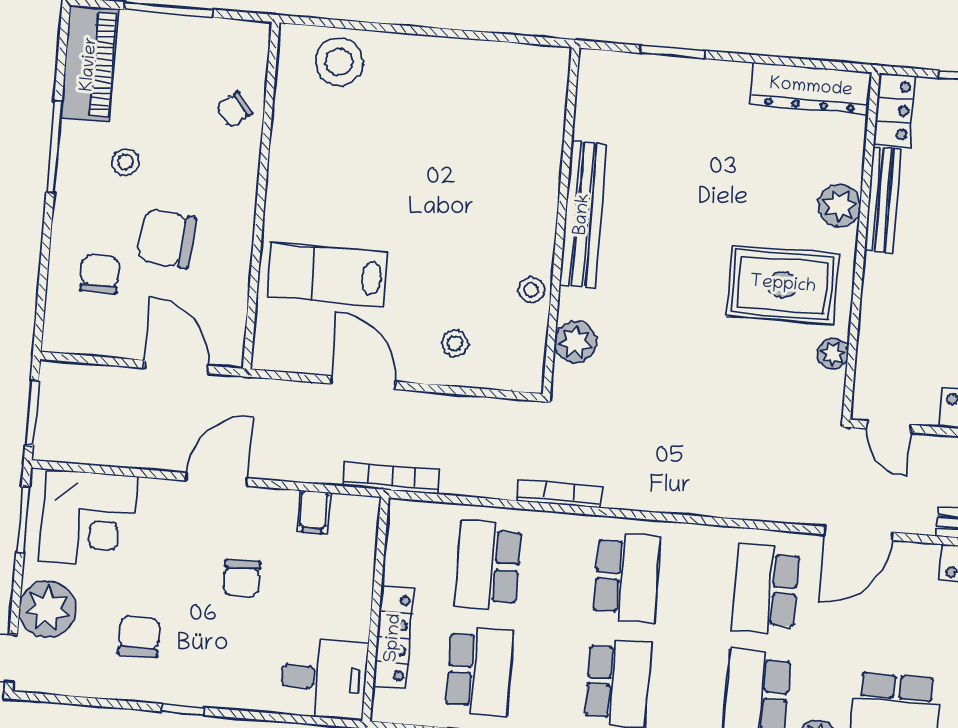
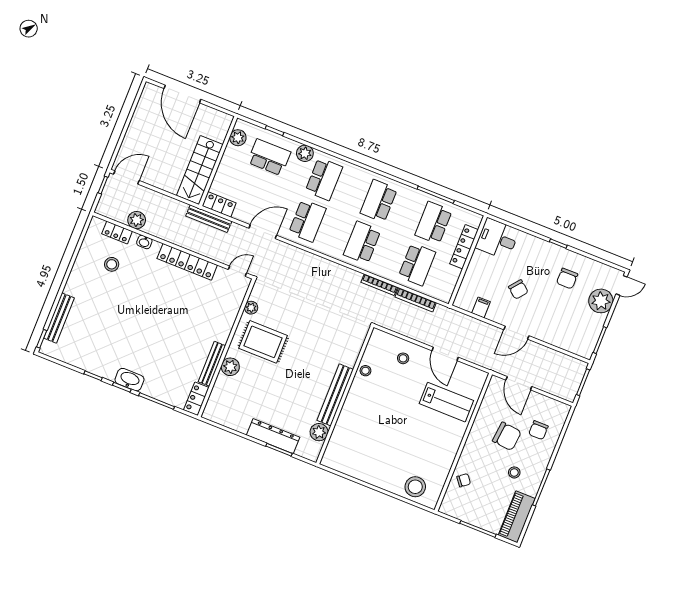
dresser: (811, 88) -> (273, 436), moved
plant: (575, 342) -> (319, 432), moved
door: (889, 427) -> (237, 271), hinge flipped
bookcase: (392, 478) -> (416, 300), moved
corner desk: (89, 519) -> (573, 332), removed
chair: (242, 578) -> (518, 289), turned 129

